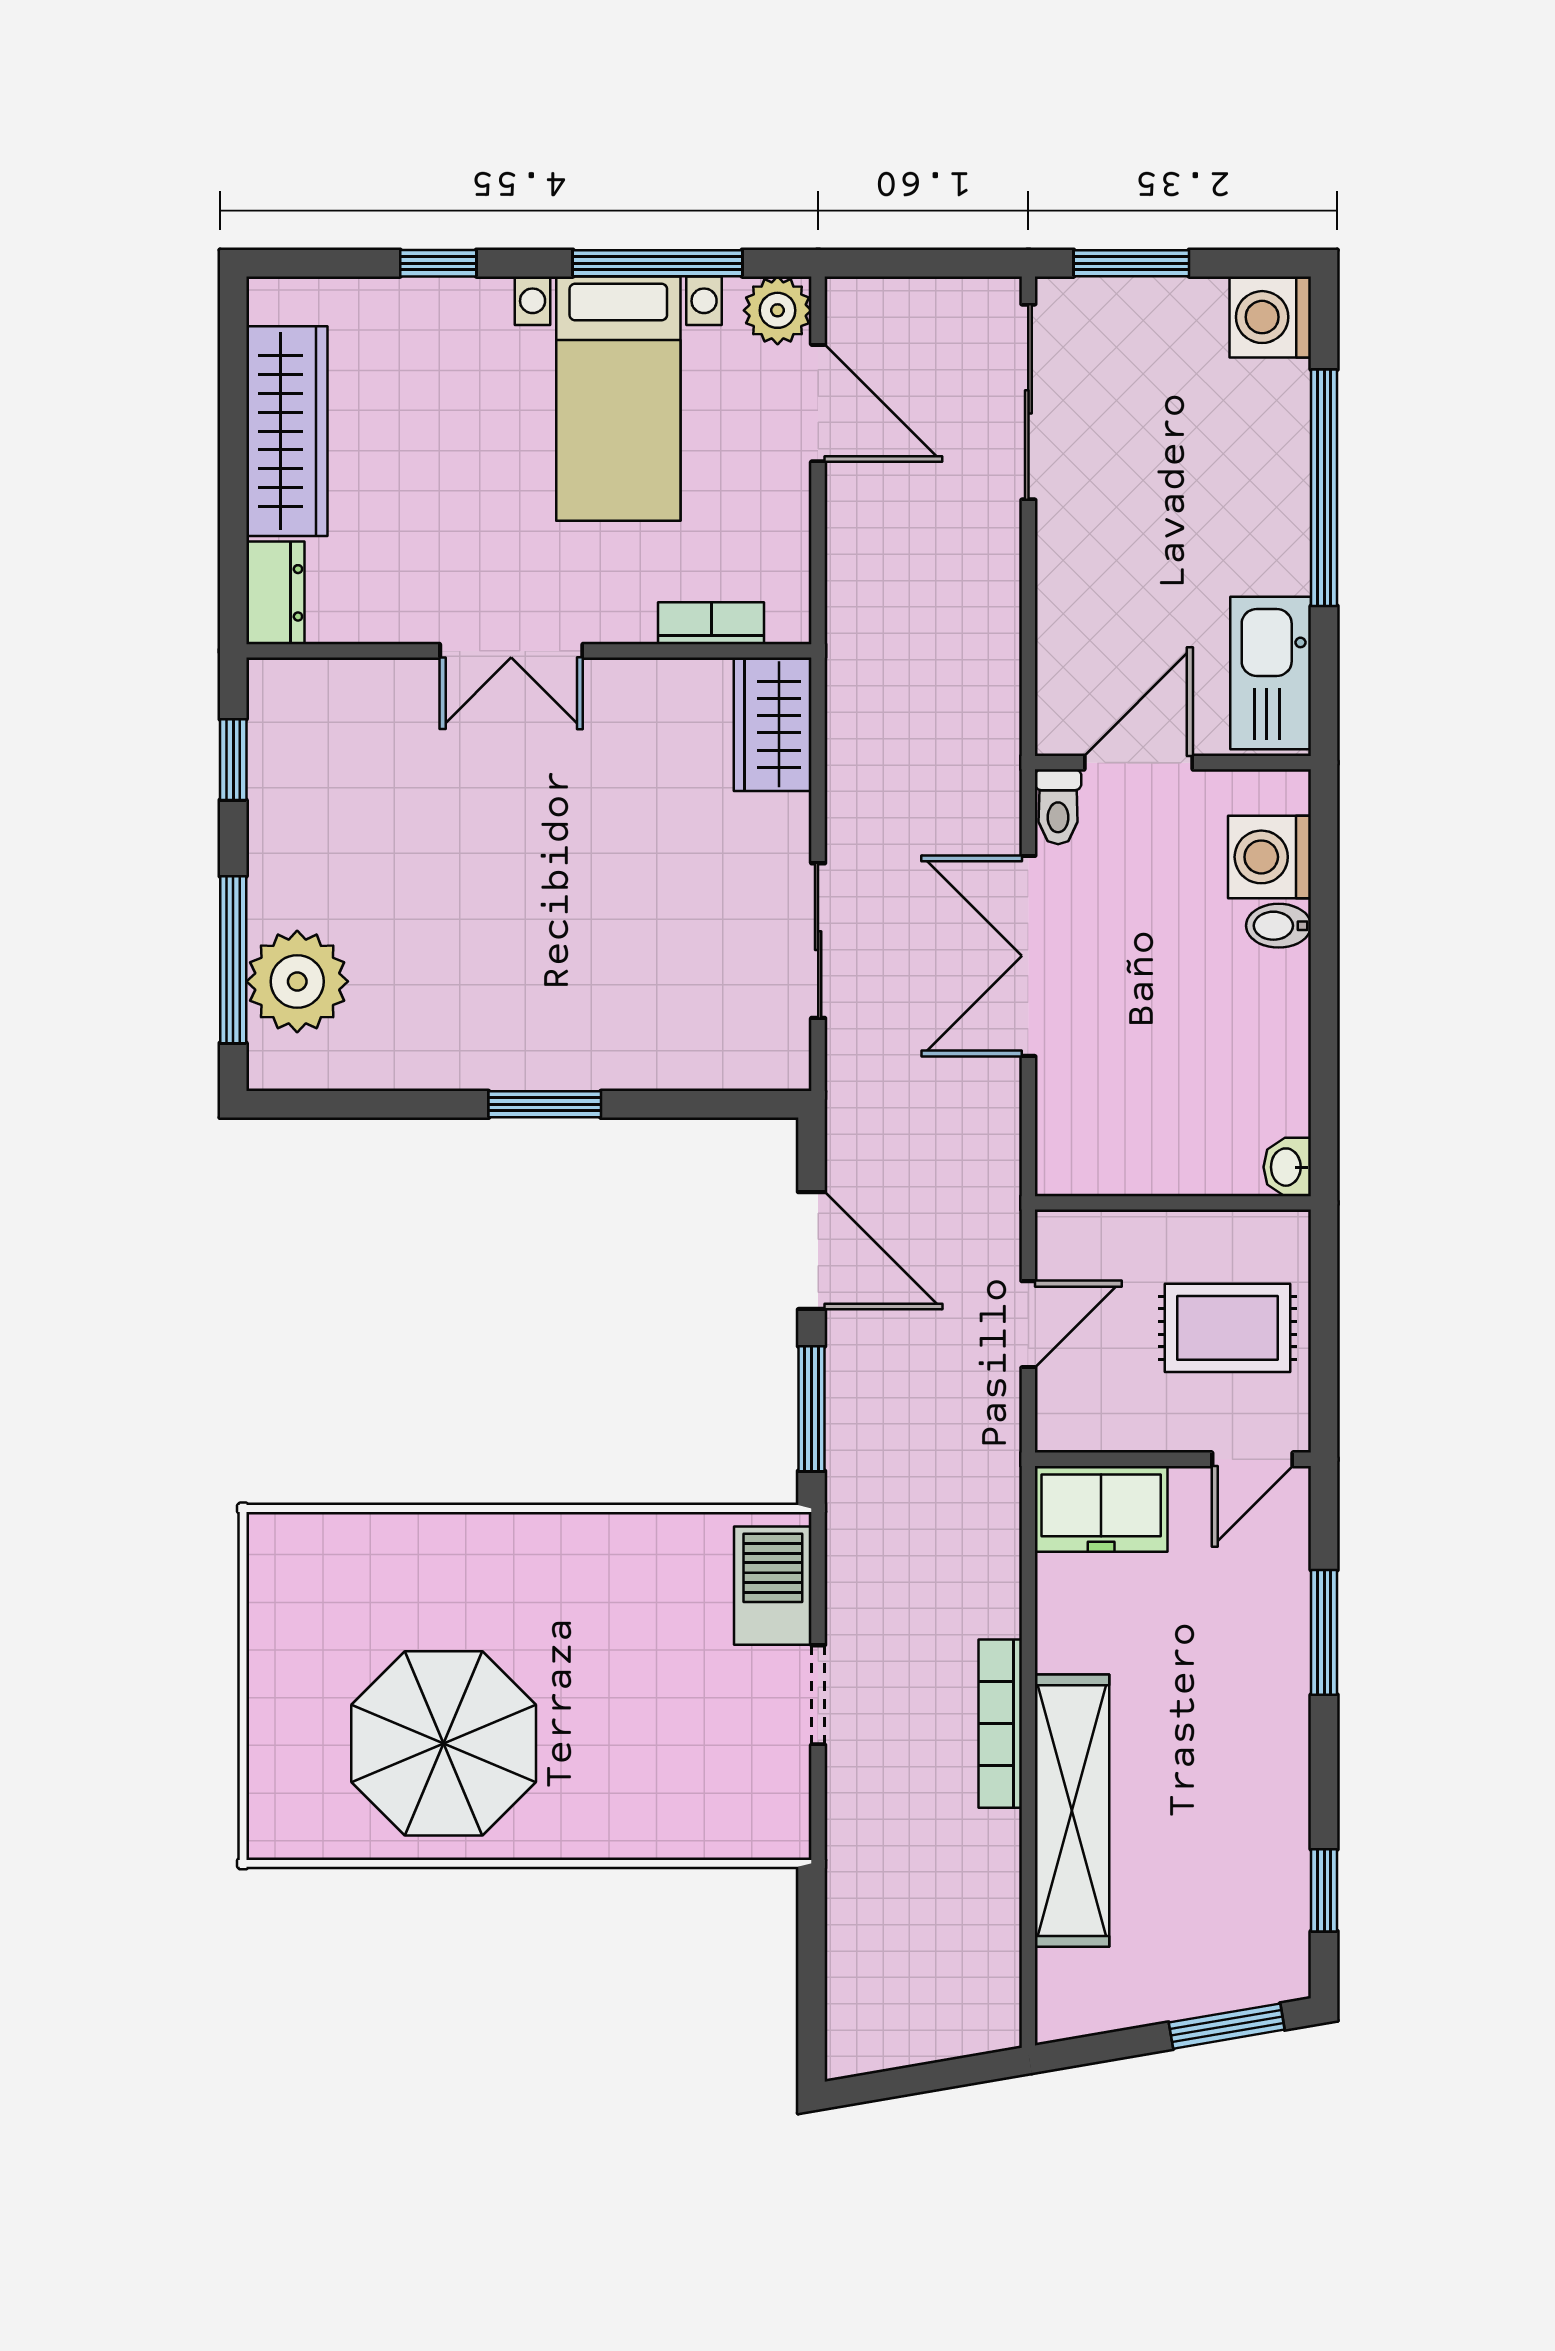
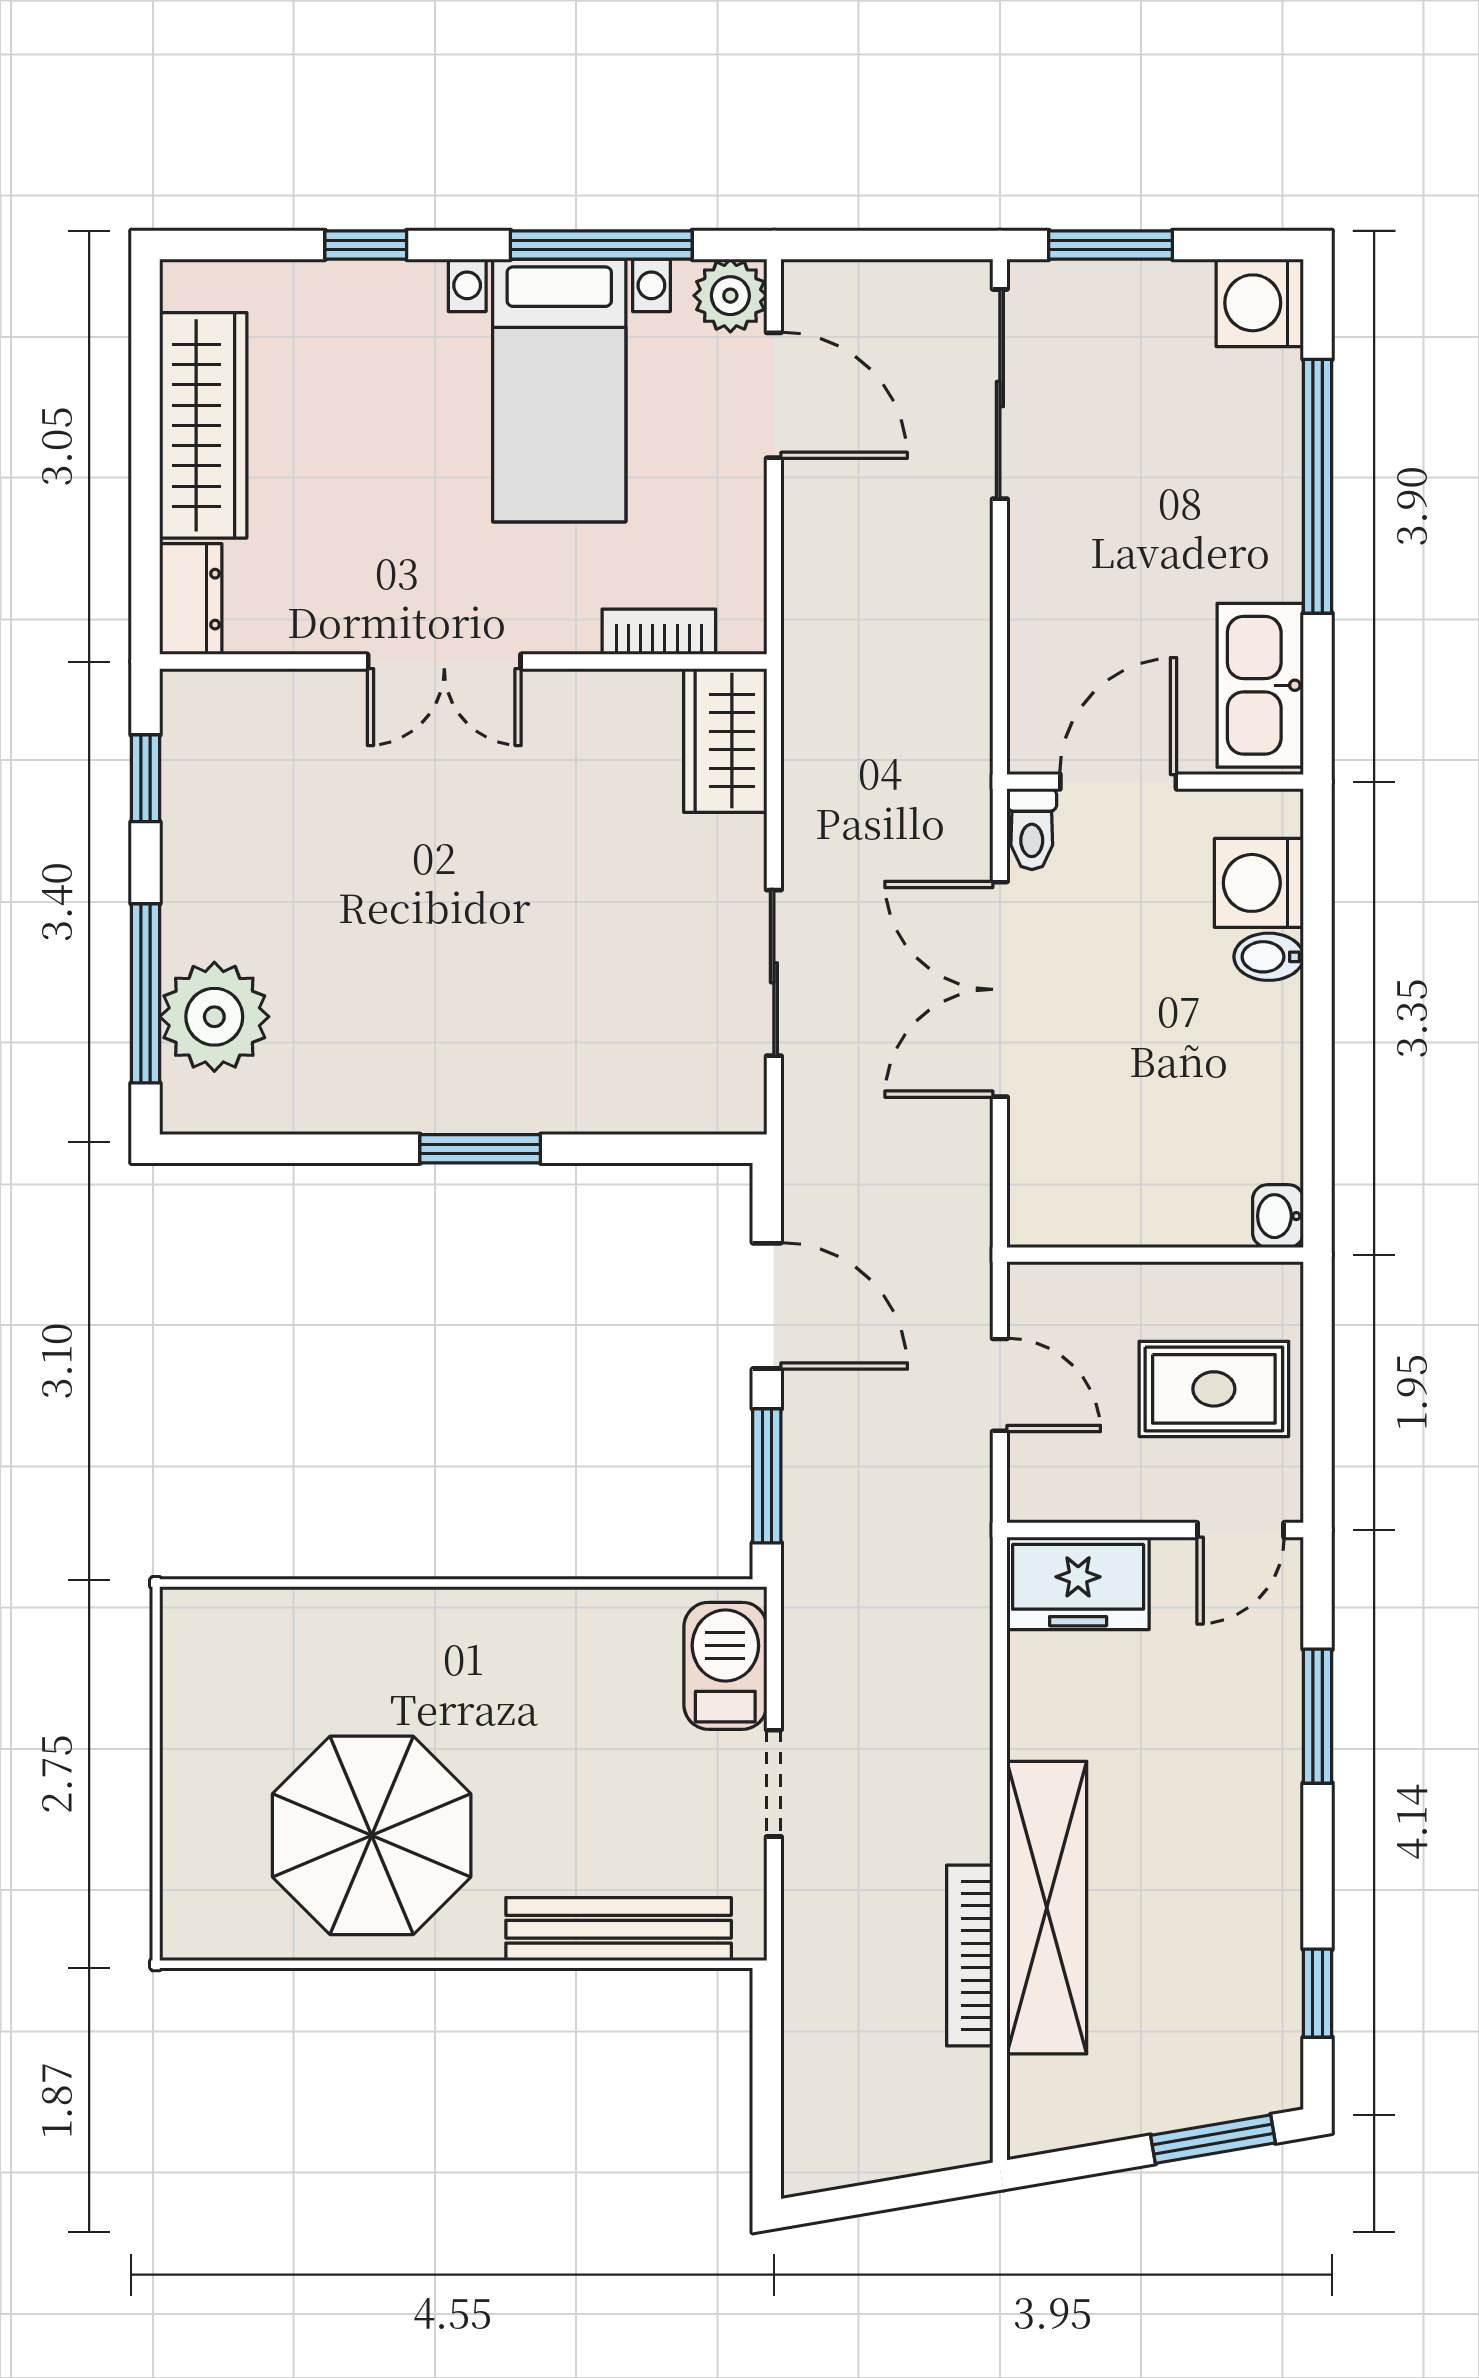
door: (1028, 1324) -> (1000, 1385), hinge flipped
bookcase: (1000, 1724) -> (970, 1955), moved
bench: (673, 1831) -> (619, 1929), added

